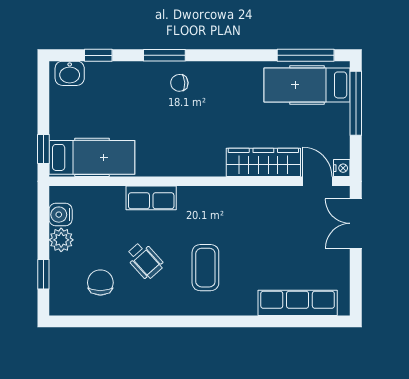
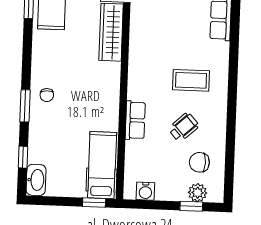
washbasin: (70, 73) -> (36, 180), width x1.38
plant: (61, 240) -> (198, 193), moved

